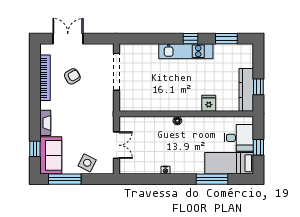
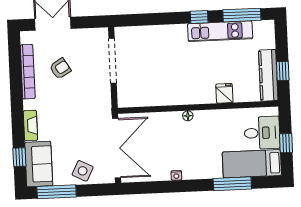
window: (226, 39) -> (242, 15), width x1.44
kitchen unit: (186, 51) -> (220, 31), moved
double door: (116, 145) -> (117, 148), width x1.87

